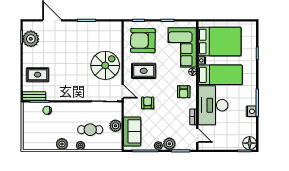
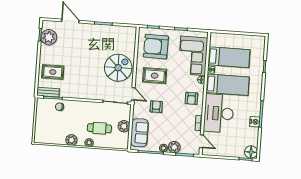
bed: (220, 41) -> (229, 57), width x0.67

